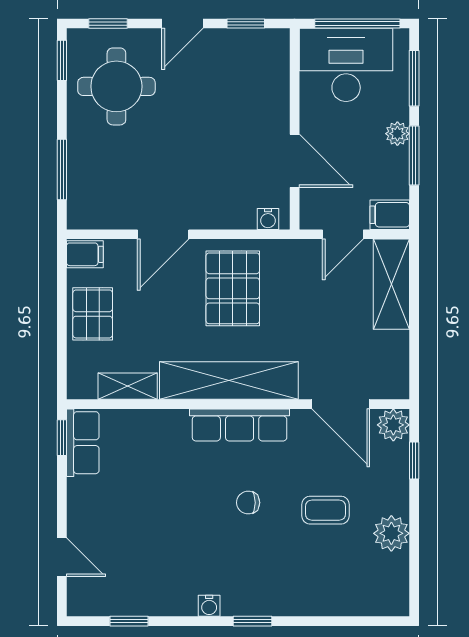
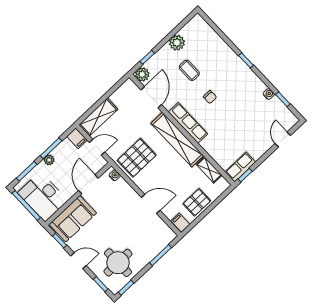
sofa: (262, 81) -> (73, 219), added
pallet: (233, 288) -> (137, 158), moved
water cooler: (209, 606) -> (269, 94), moved

